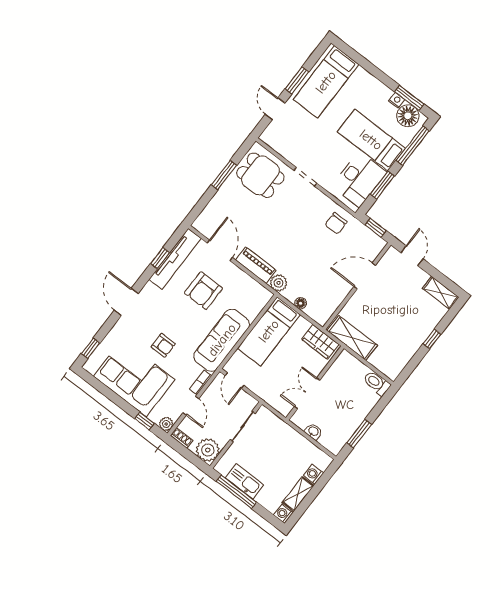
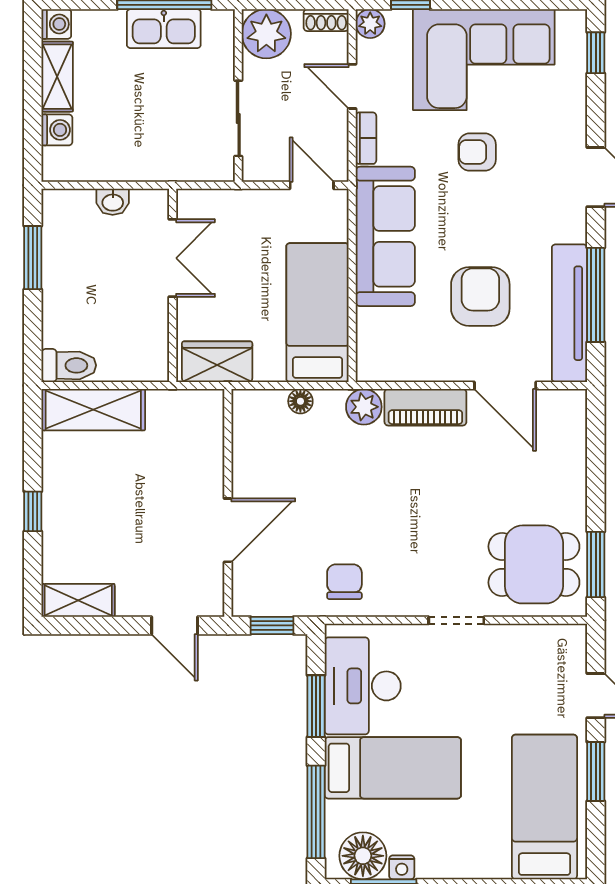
window: (224, 175) -> (596, 565), moved
window: (160, 258) -> (596, 295), width x2.17
shelving: (352, 338) -> (93, 410), moved

